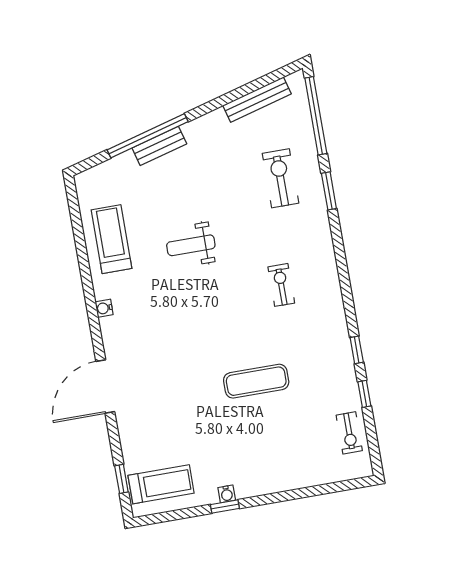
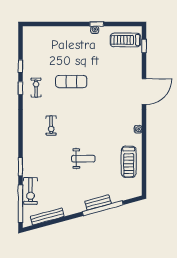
exercise bike: (280, 178) -> (30, 191), moved
weight bench: (191, 245) -> (83, 159), moved
exercise bike: (349, 433) -> (36, 88), moved

